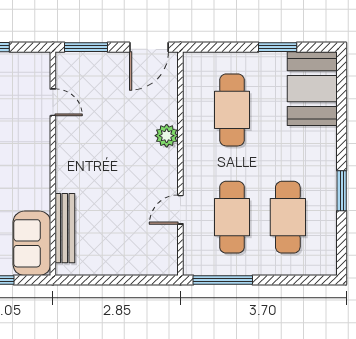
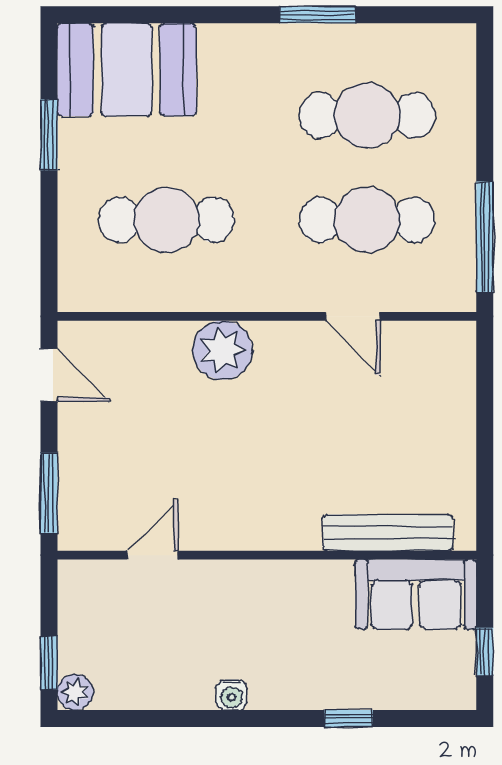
door: (149, 47) -> (49, 375), width x0.73
plant: (167, 136) -> (223, 350), width x1.36, depth x1.36

